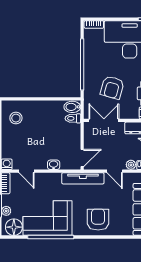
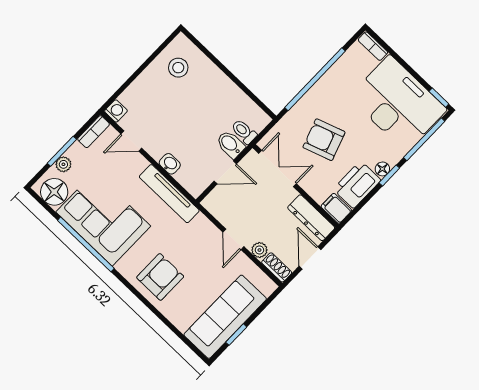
armchair: (112, 87) -> (324, 140), turned 55
bidet: (72, 107) -> (230, 144), moved
door: (82, 158) -> (225, 172), moved
door: (26, 171) -> (131, 141), hinge flipped
tv unit: (83, 178) -> (169, 194), moved

